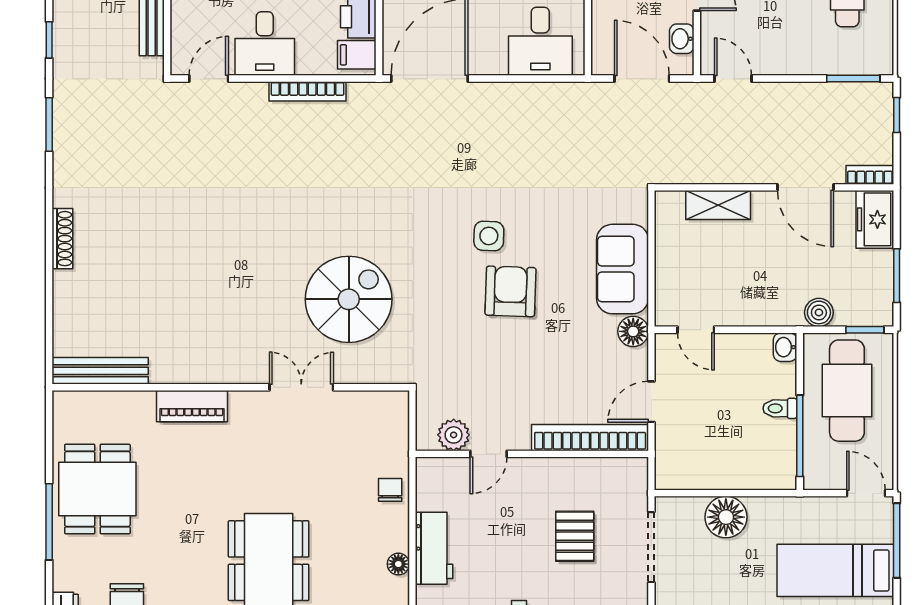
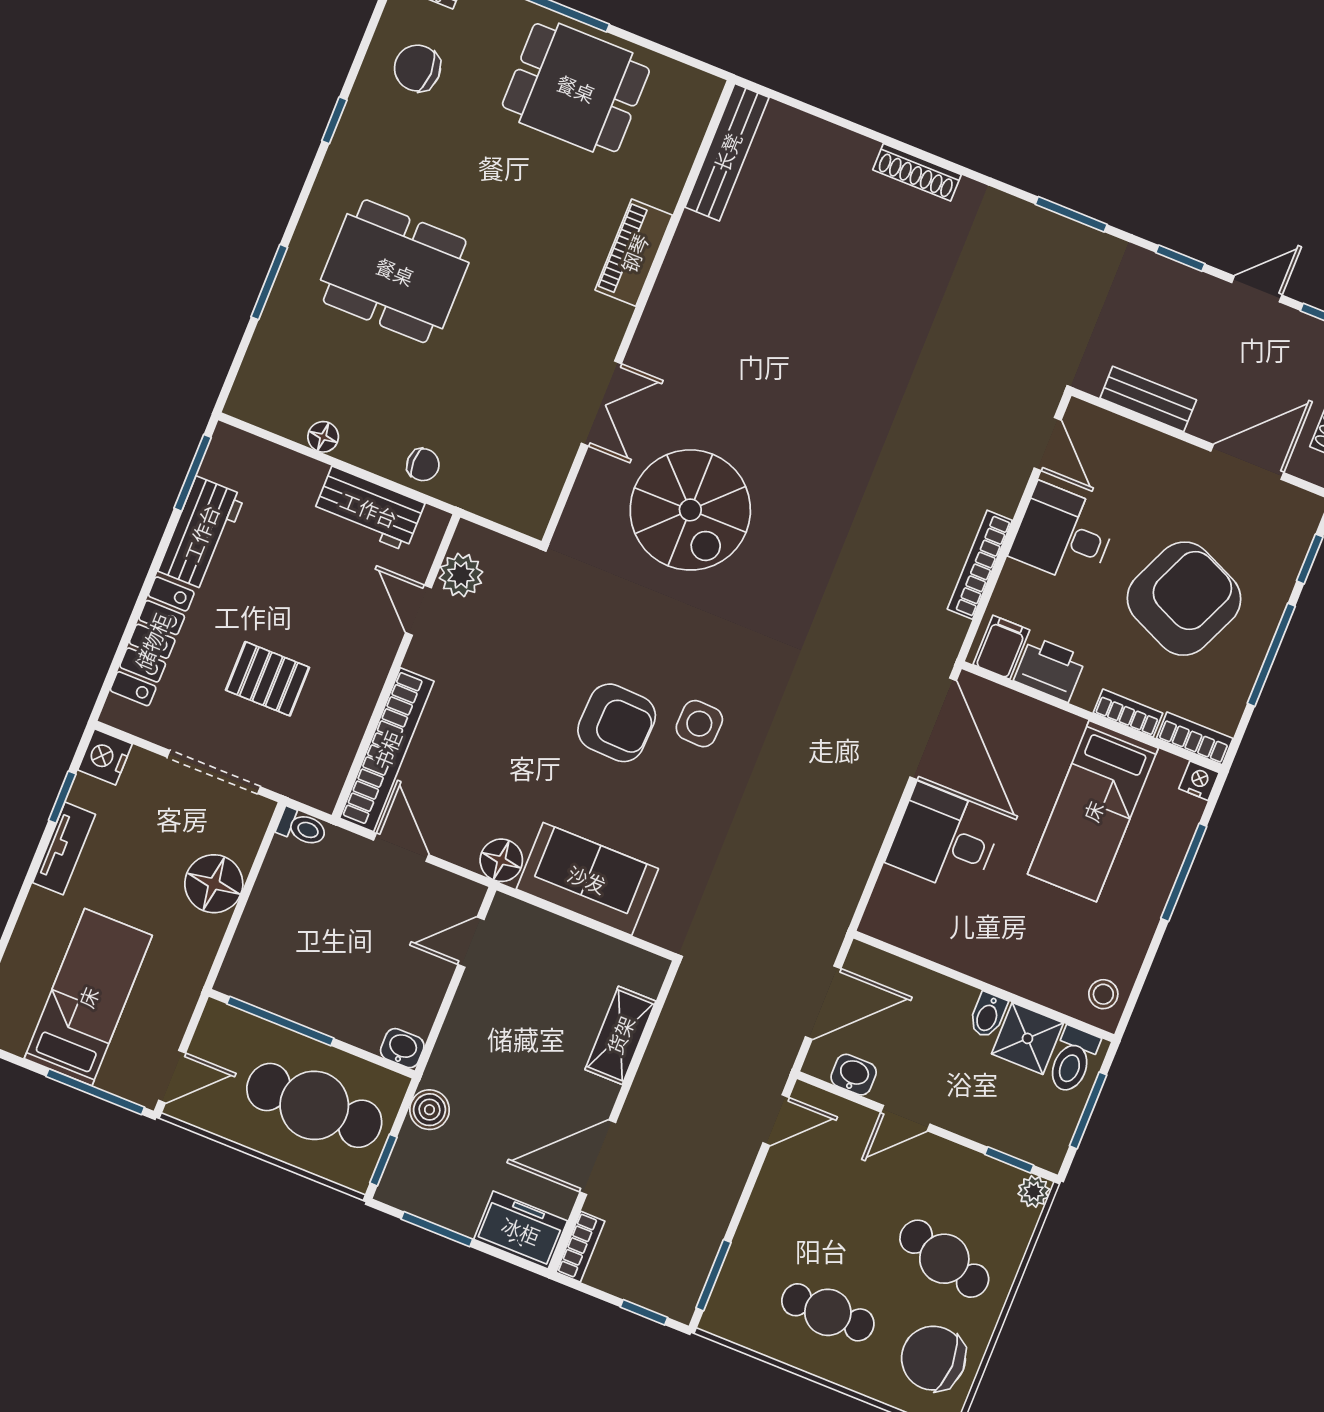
desk: (540, 41) -> (945, 839), moved
toilet: (780, 408) -> (302, 827), moved, turned 90
workbench: (434, 548) -> (369, 509), moved

